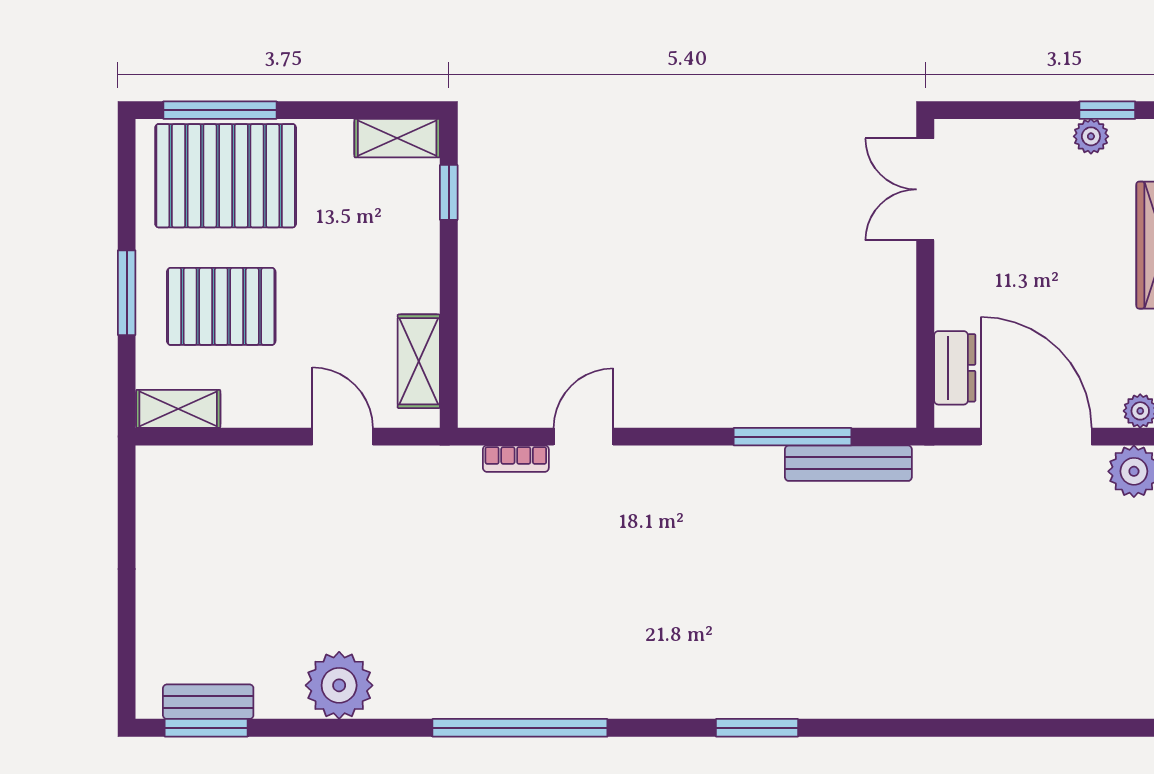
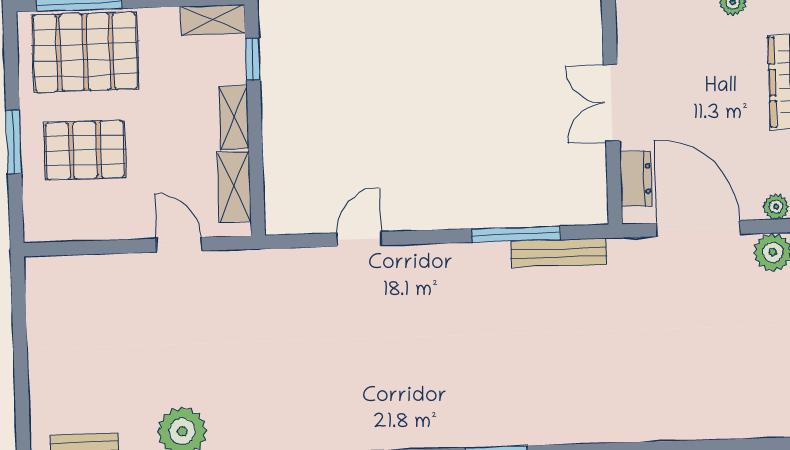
double door: (925, 189) -> (612, 103), moved
shelving: (178, 409) -> (234, 117), moved, turned 90
bookcase: (516, 459) -> (309, 257), removed

